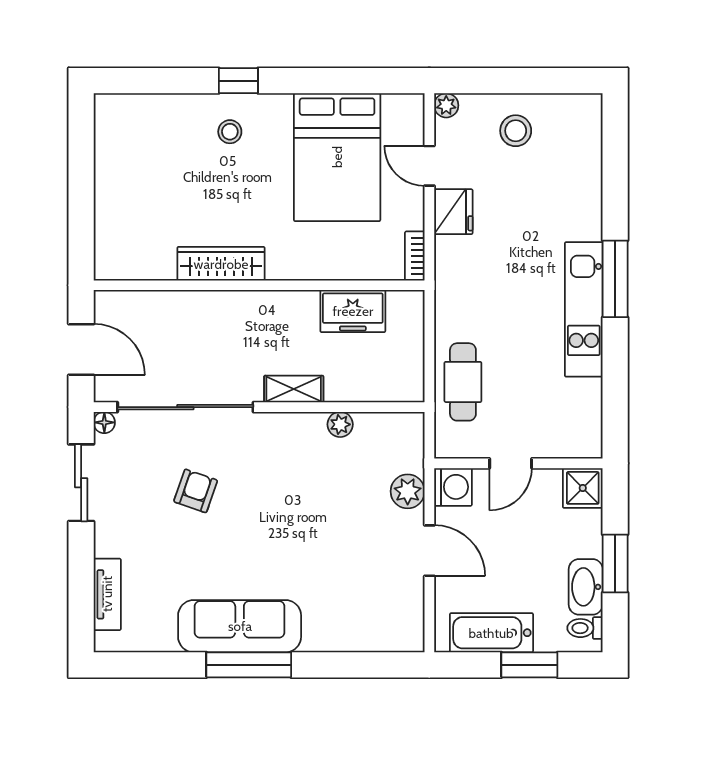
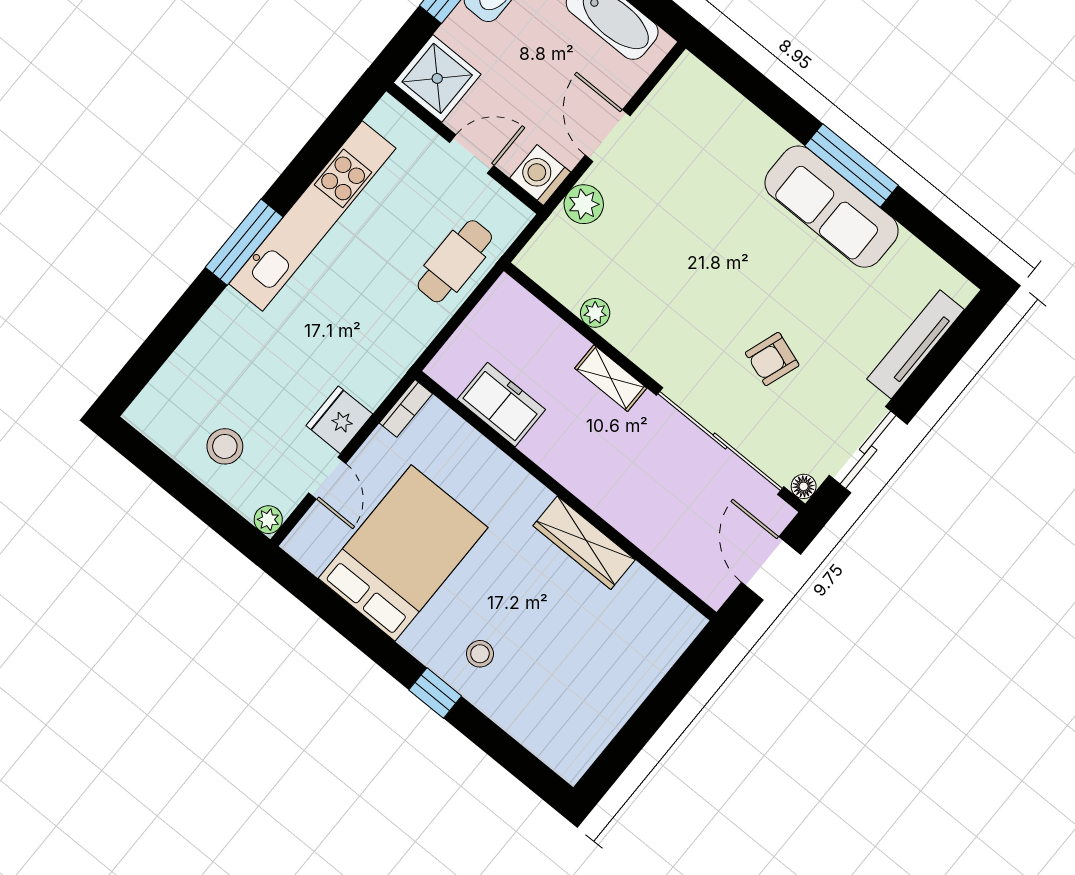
kitchen unit: (584, 309) -> (312, 216), width x1.36
shower: (583, 488) -> (437, 78), width x1.36, depth x1.36
tv unit: (107, 594) -> (916, 344), width x1.41

